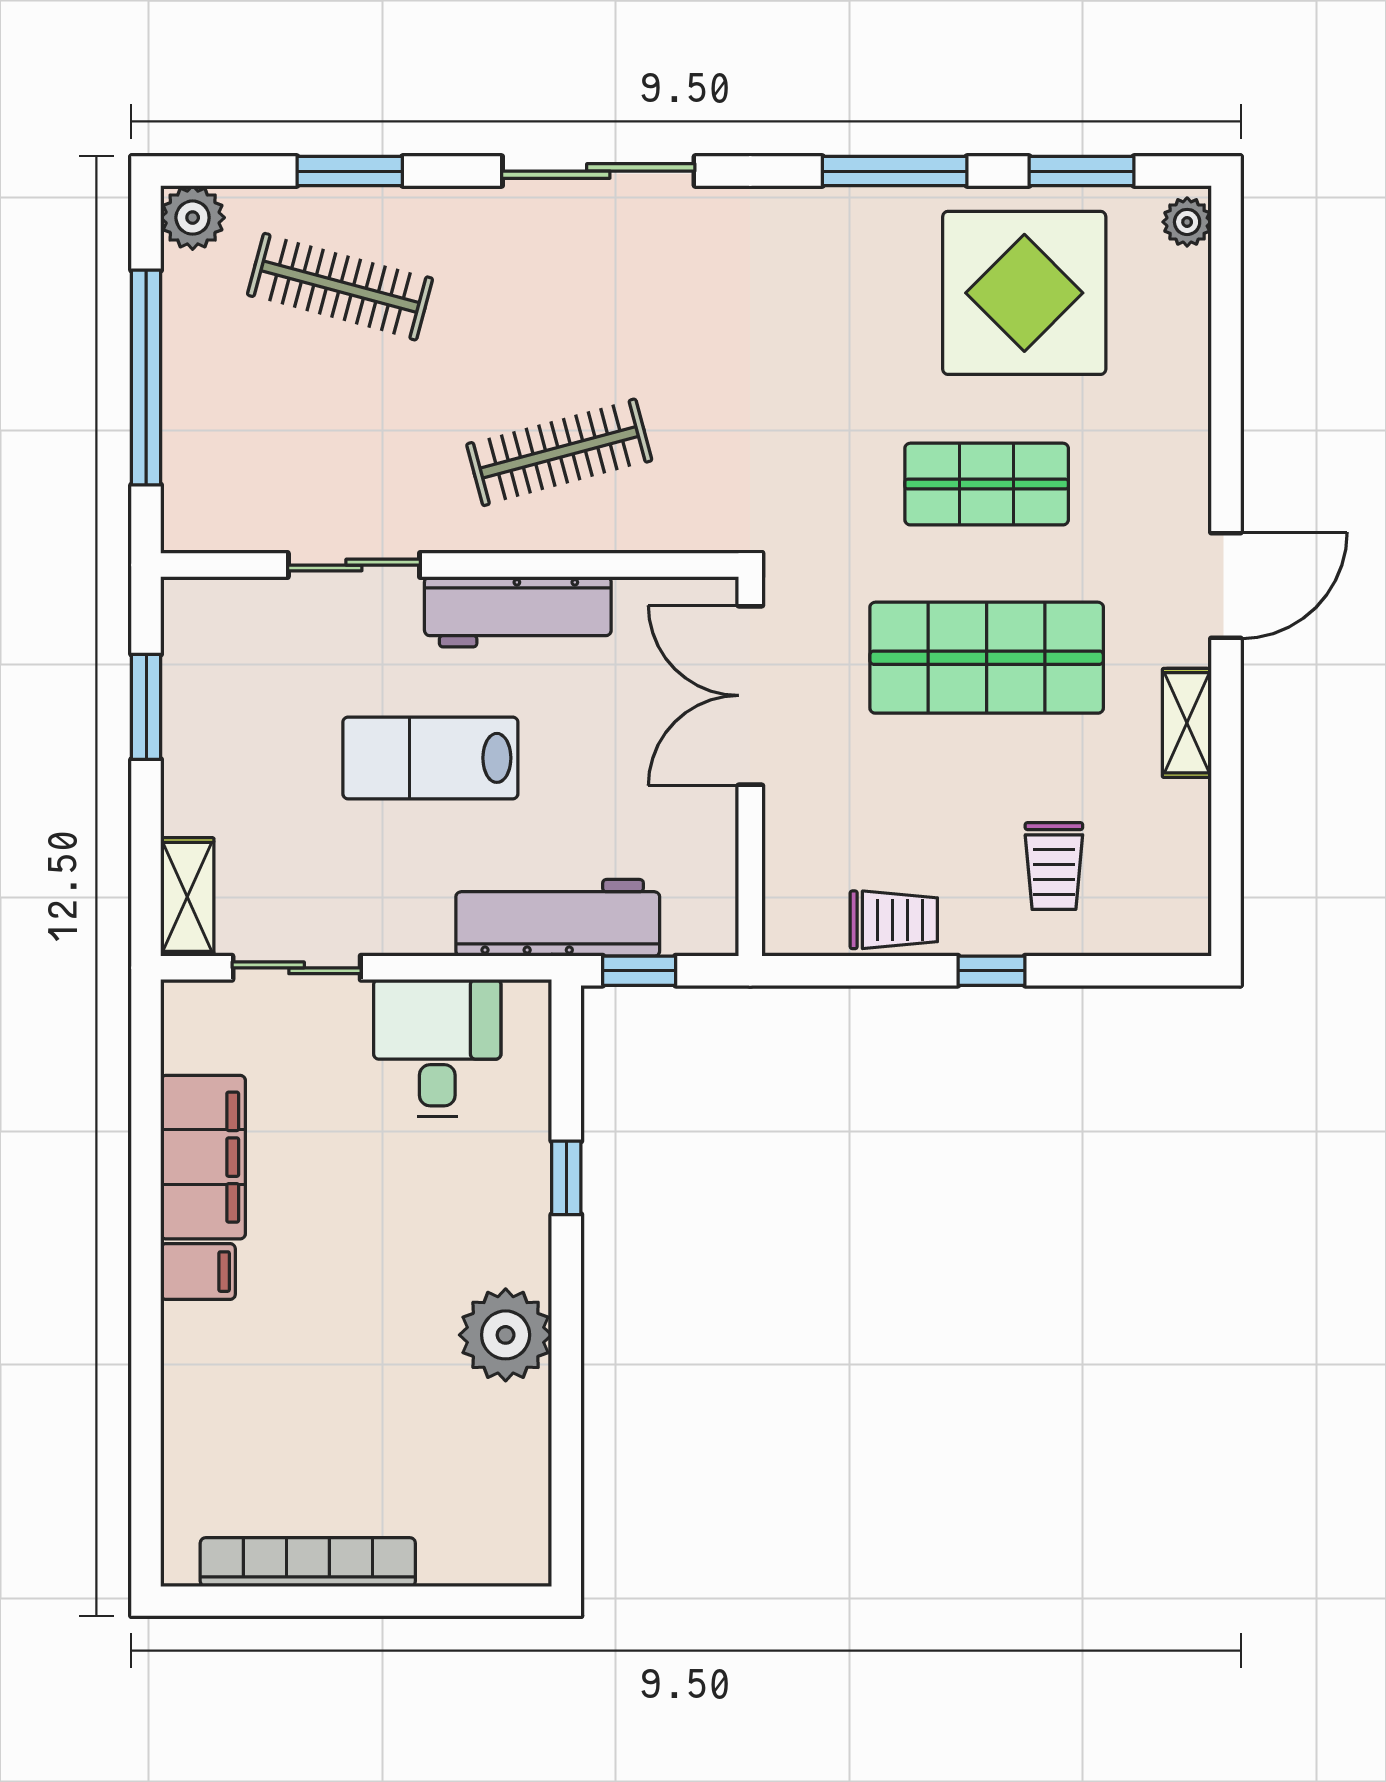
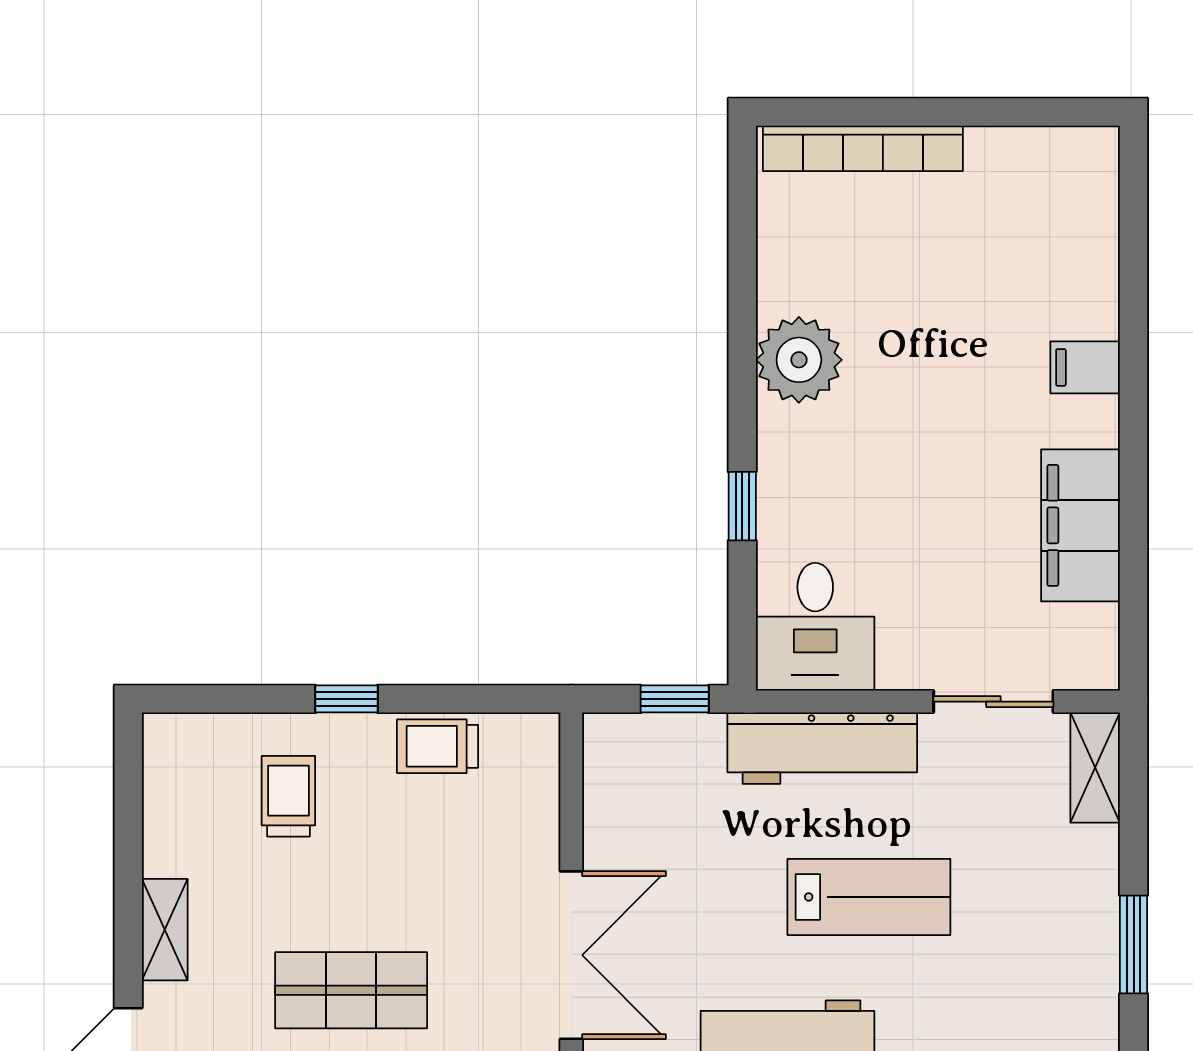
shop shelf: (987, 658) -> (351, 990), width x0.70, depth x0.74
workbench: (558, 918) -> (822, 748), moved
desk: (437, 1048) -> (815, 627), moved
filing cabinet: (198, 1272) -> (1085, 367), moved
bookcase: (308, 1562) -> (863, 148), moved

